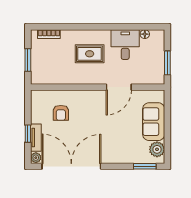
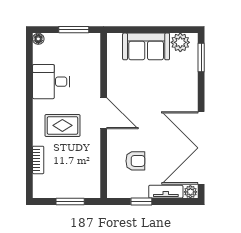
bookcase: (49, 34) -> (38, 160), moved
floor lamp: (145, 34) -> (38, 39), moved
rug: (90, 54) -> (62, 125), turned 90
door: (119, 87) -> (104, 113), moved
window: (28, 134) -> (141, 201), moved

